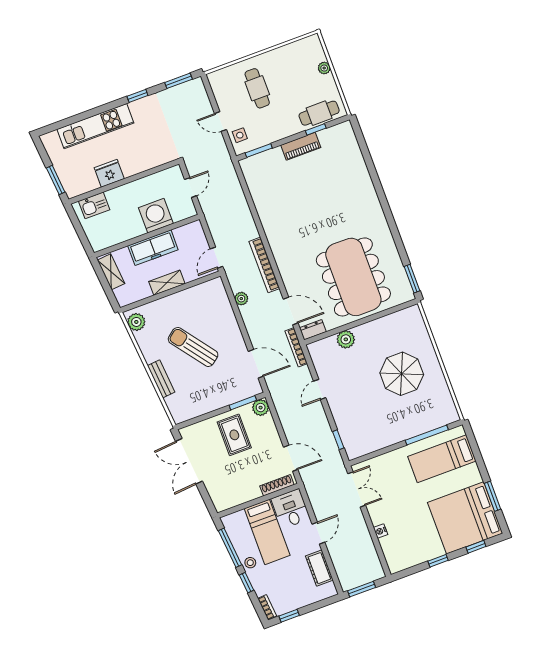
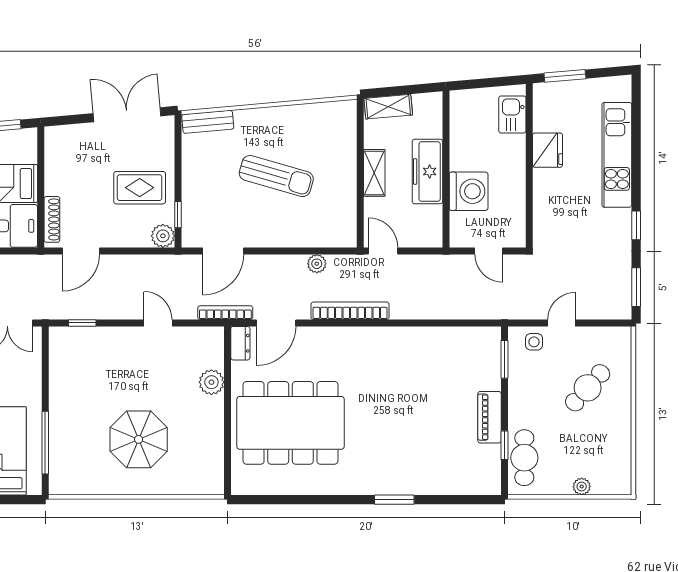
cafe table: (257, 88) -> (588, 388), turned -48
shelving: (111, 272) -> (388, 107), moved
window: (412, 279) -> (394, 500), moved
plant: (136, 322) -> (337, 113), removed
sun lounger: (193, 347) -> (276, 176), turned 53
bench: (161, 379) -> (208, 122), moved
window: (243, 403) -> (178, 215), width x0.67

